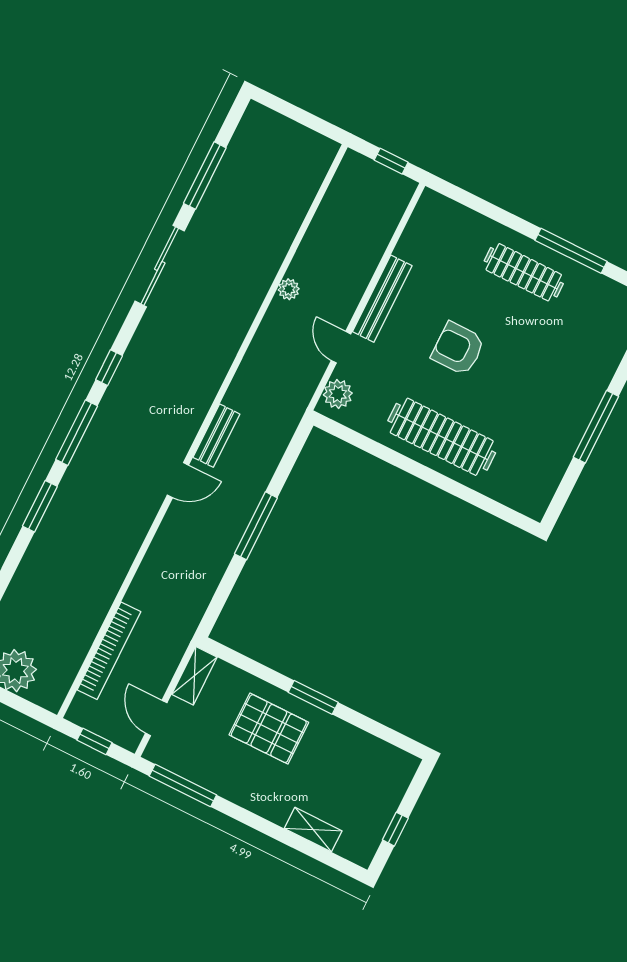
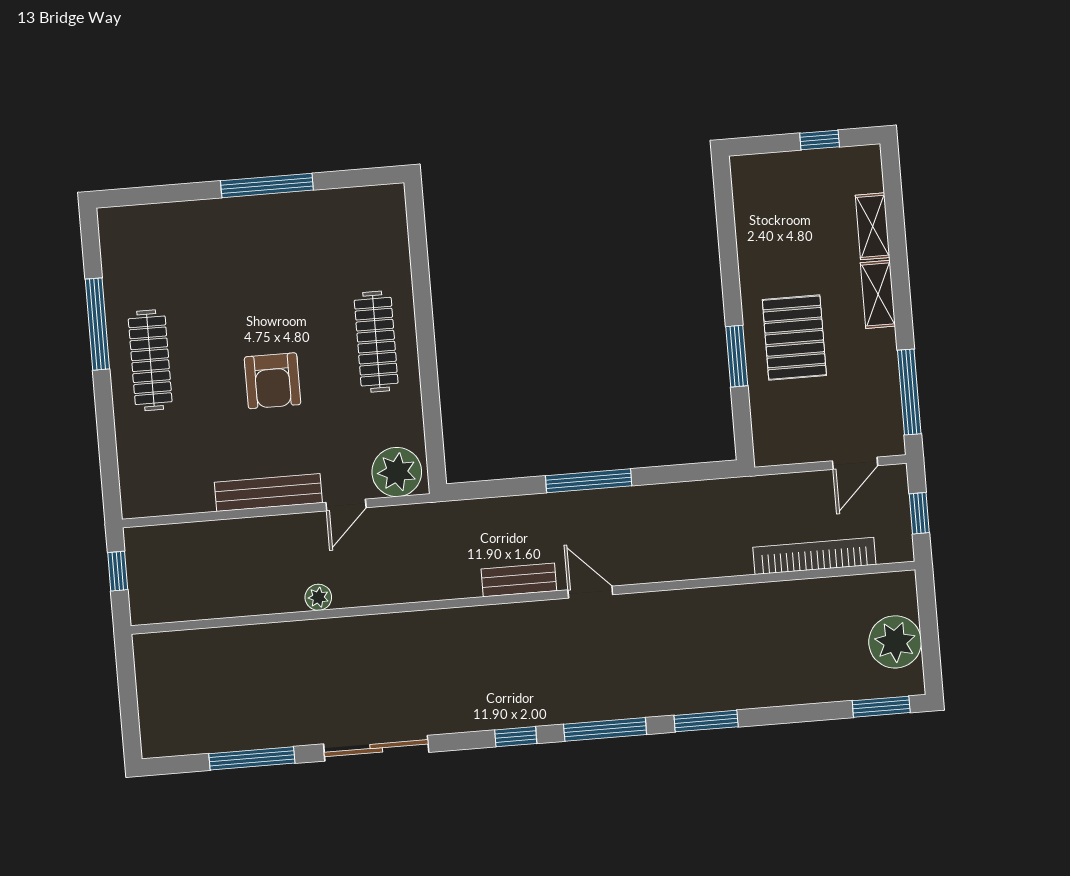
plant: (338, 394) -> (397, 472), width x1.36, depth x1.36
clothes rail: (442, 437) -> (376, 342), width x0.73, depth x0.76
shelving: (194, 676) -> (878, 294), moved, turned 90
window: (313, 697) -> (737, 356), moved

